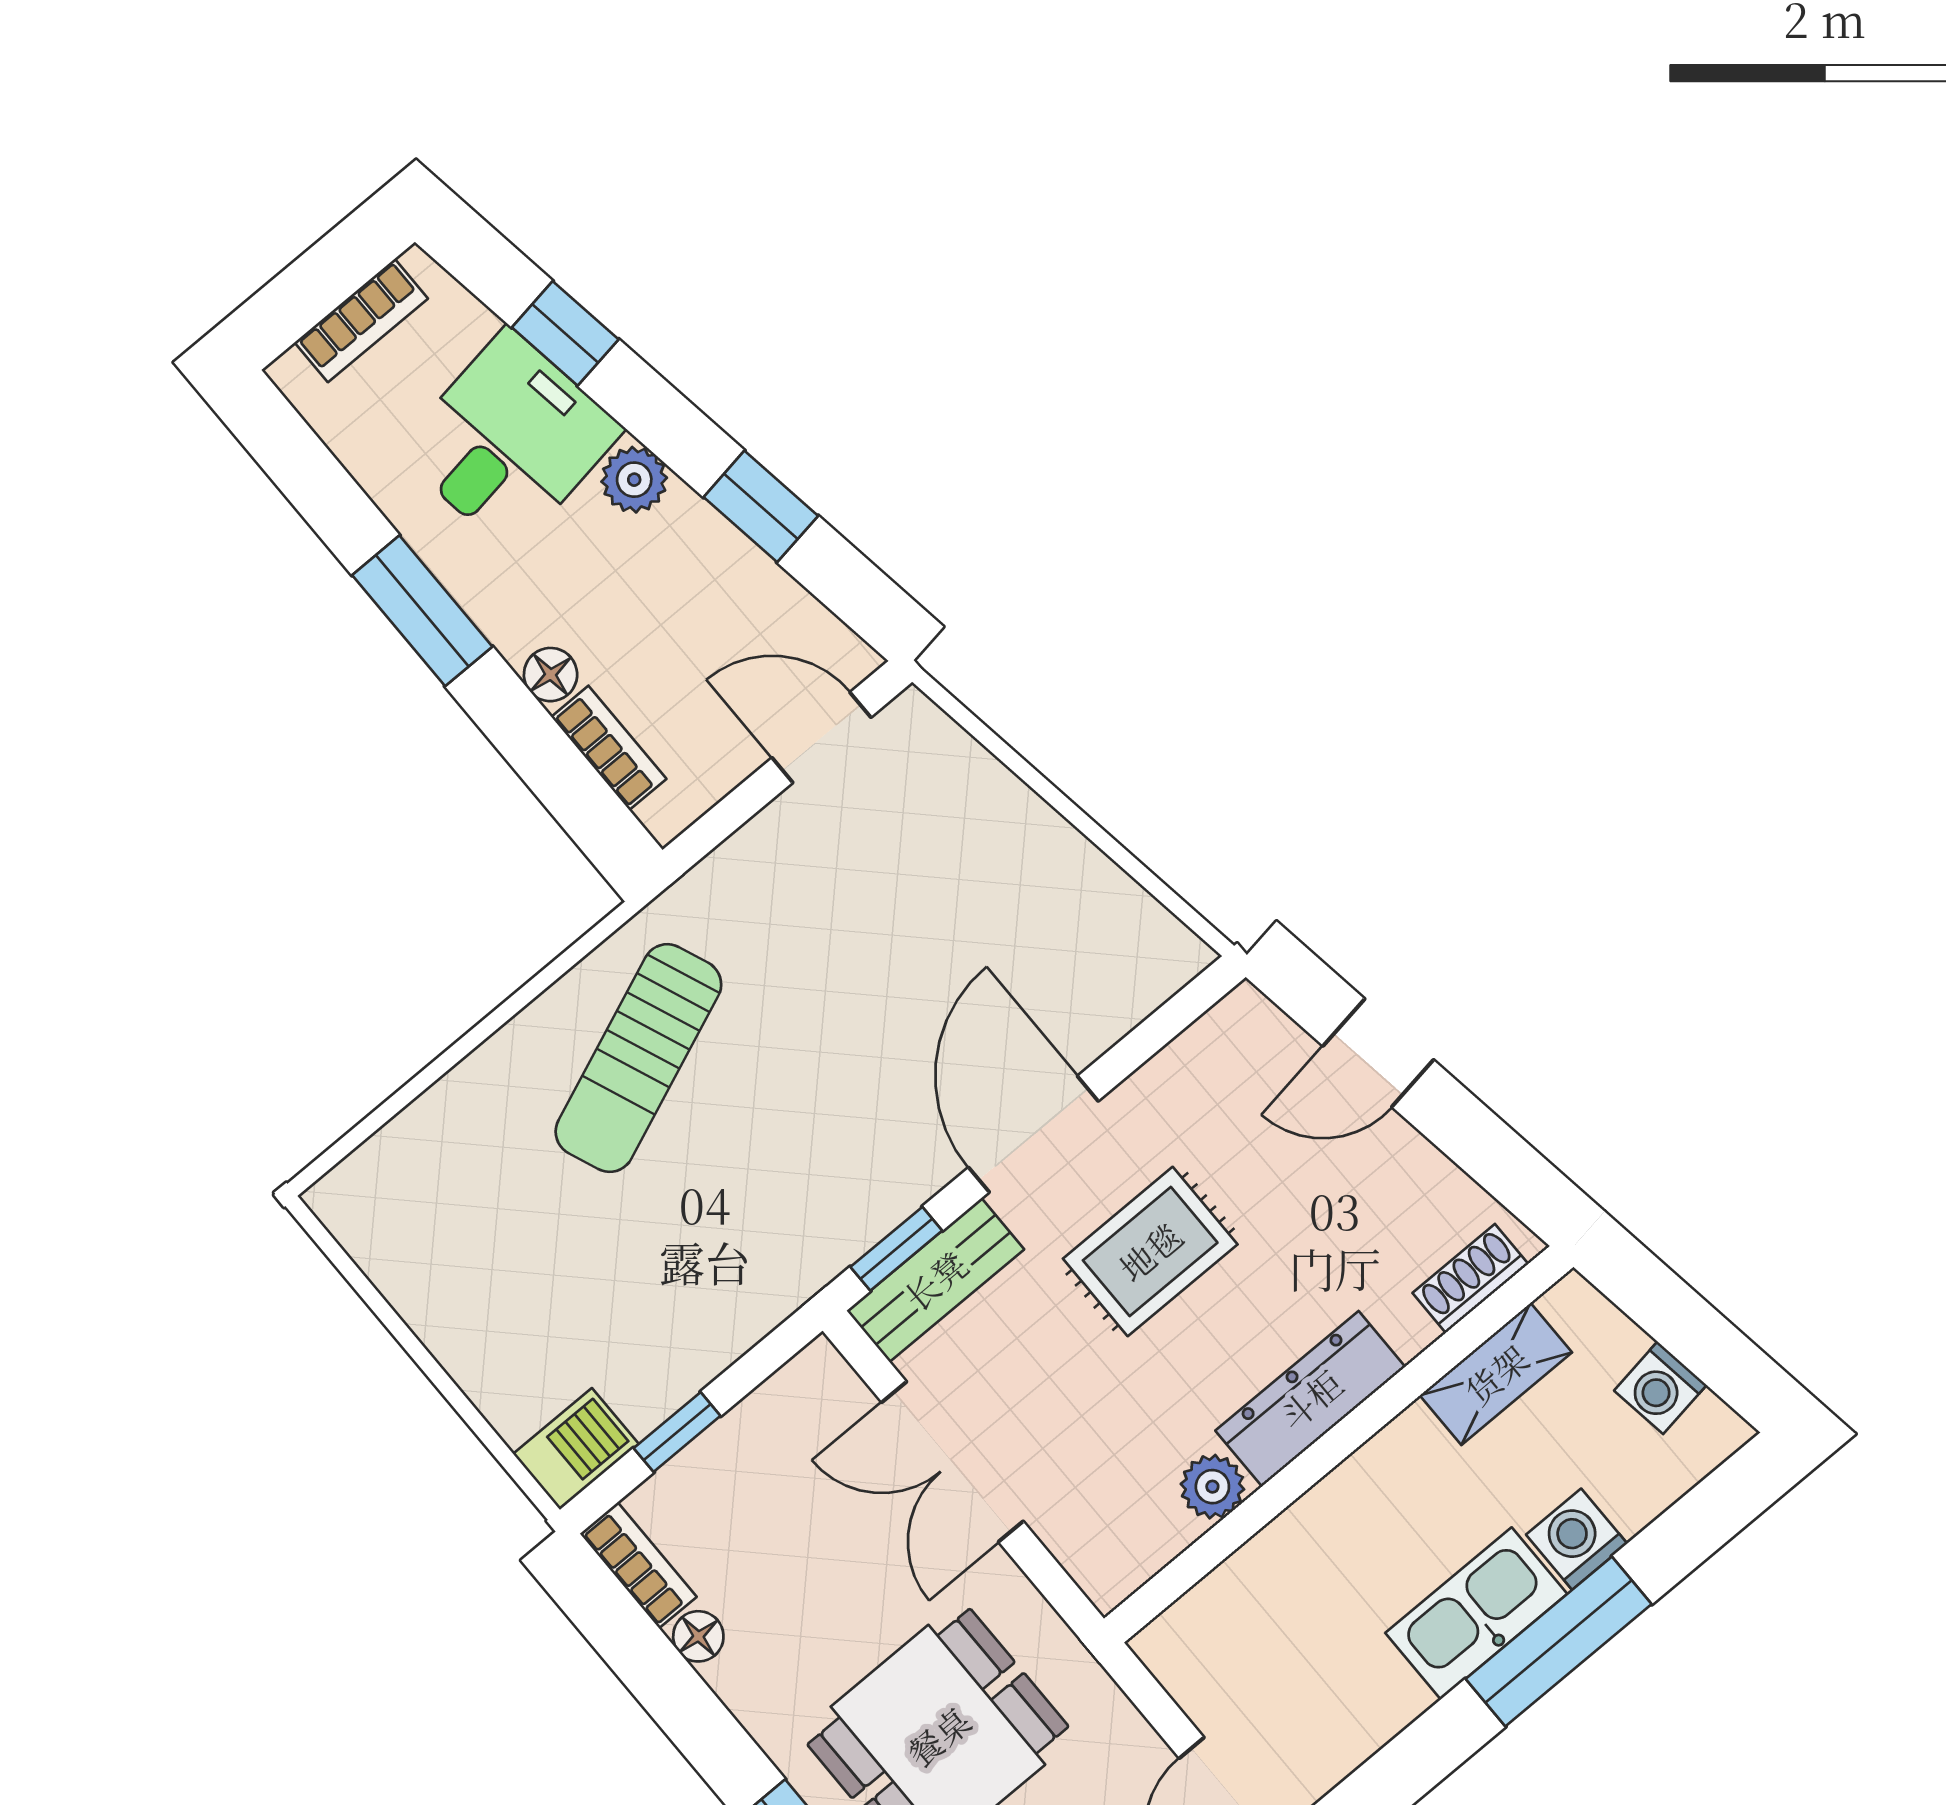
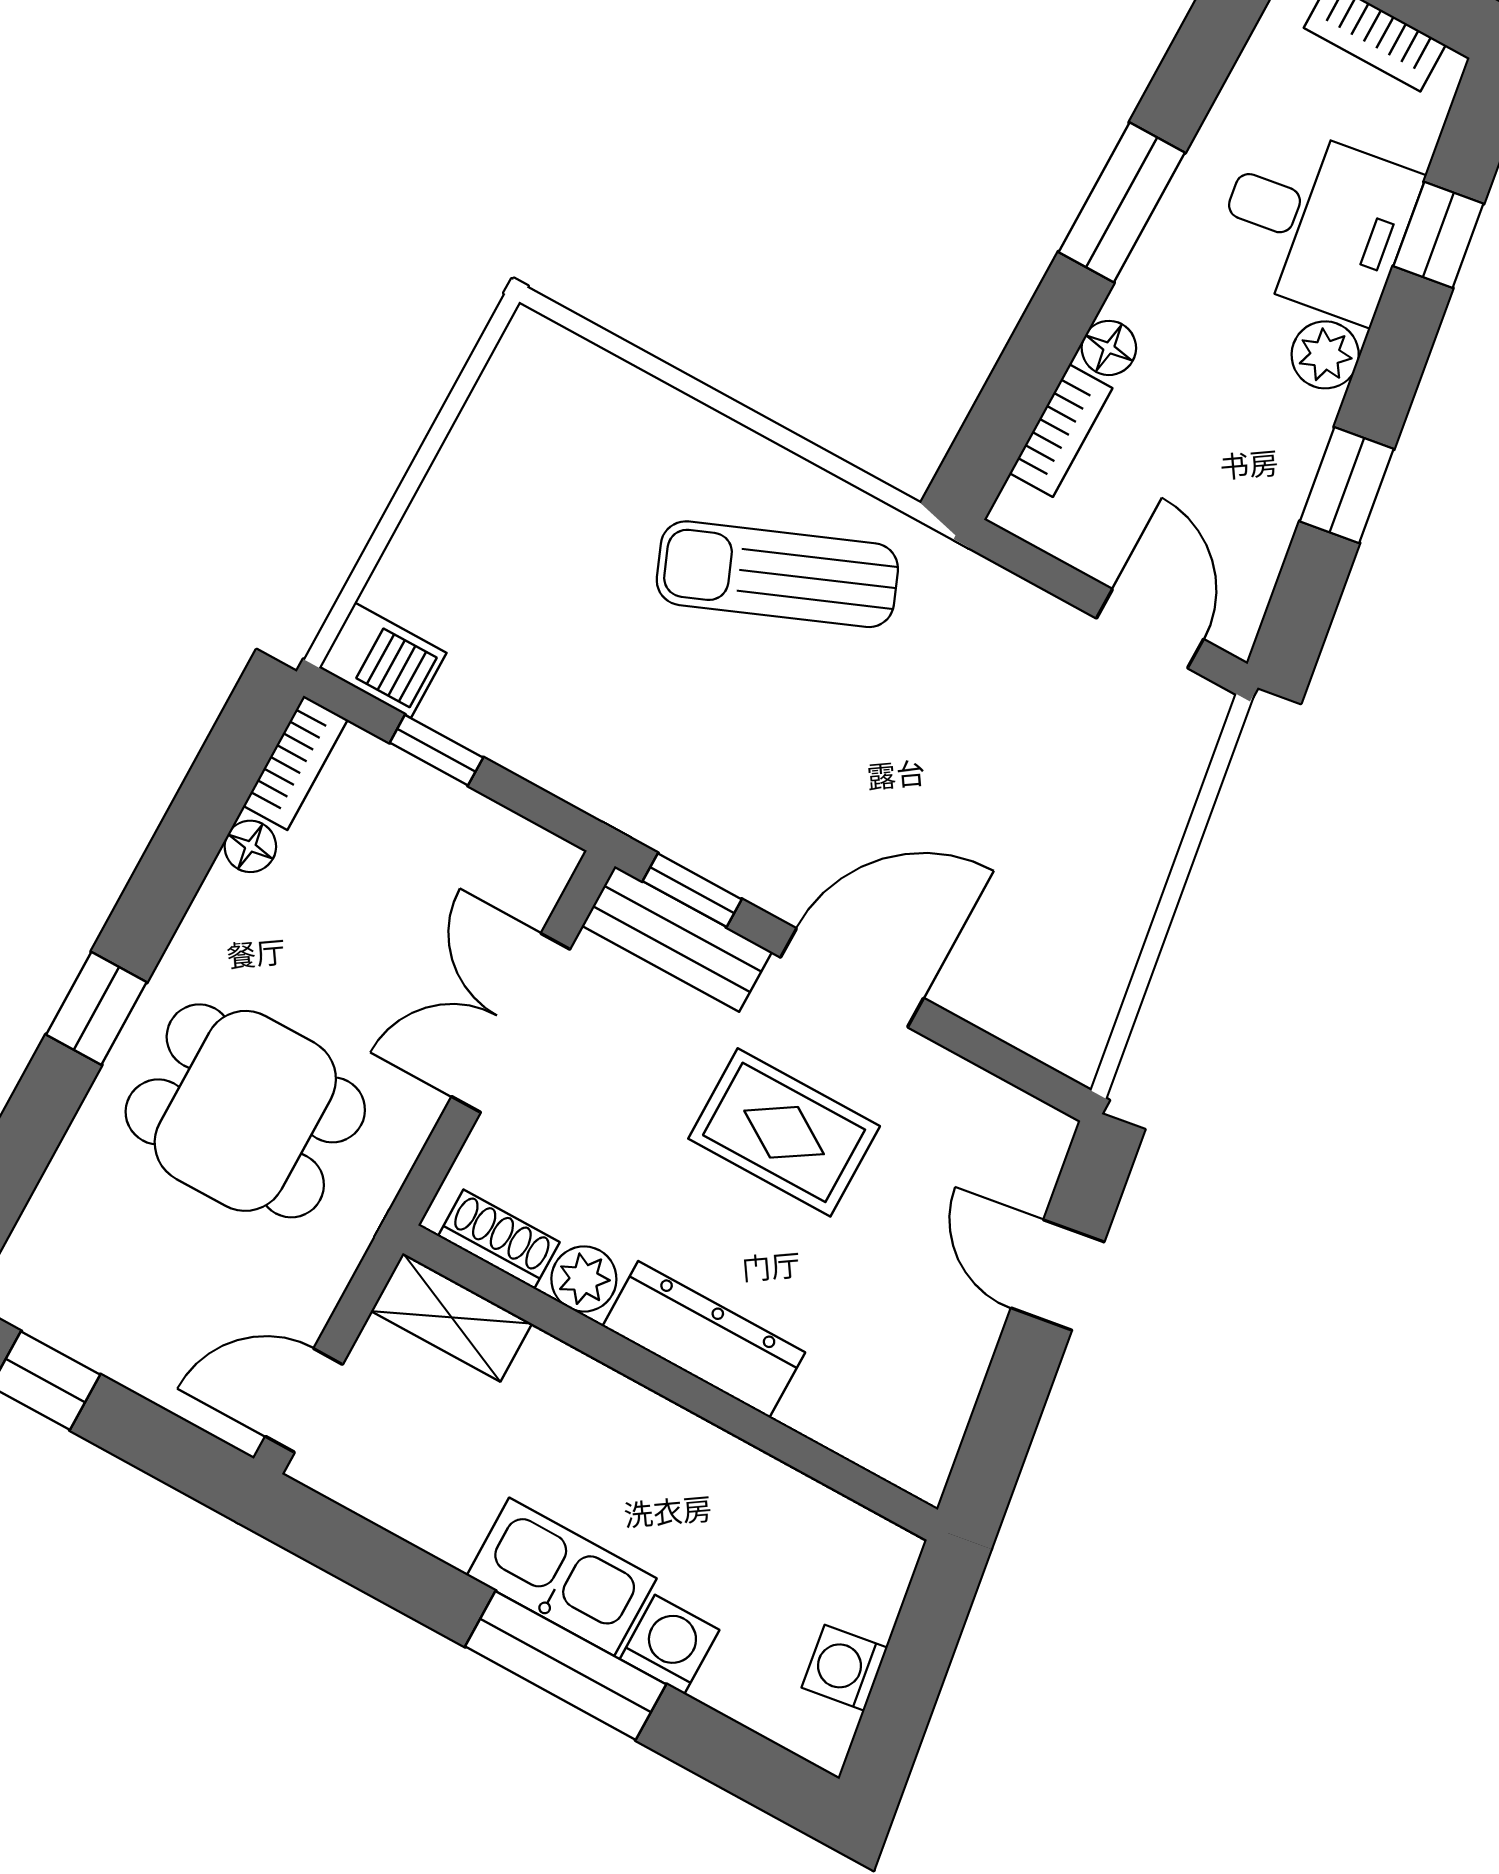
shoe rack: (1470, 1278) -> (499, 1239), moved
shelving: (1496, 1374) -> (452, 1317), moved

